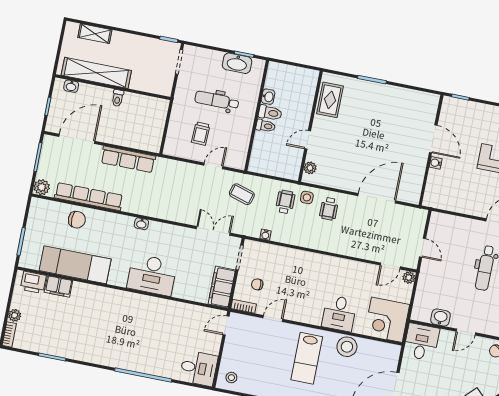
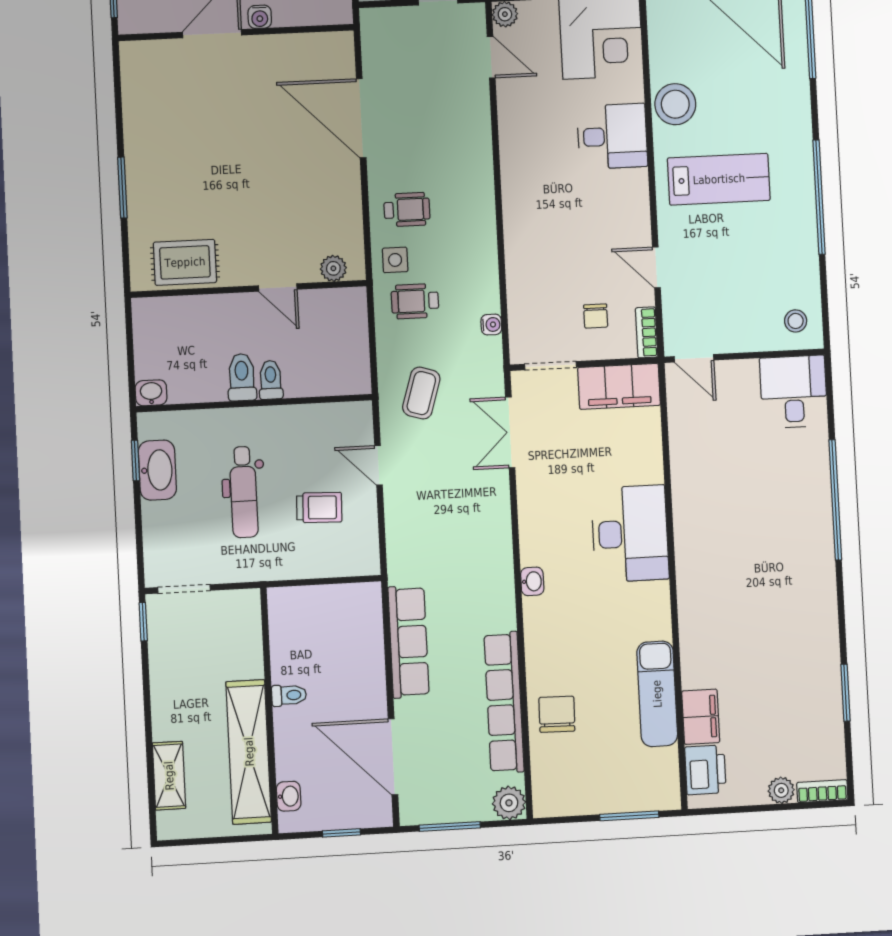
washbasin: (268, 97) -> (151, 393), moved
exam couch: (75, 265) -> (657, 694), width x0.73, depth x0.69

